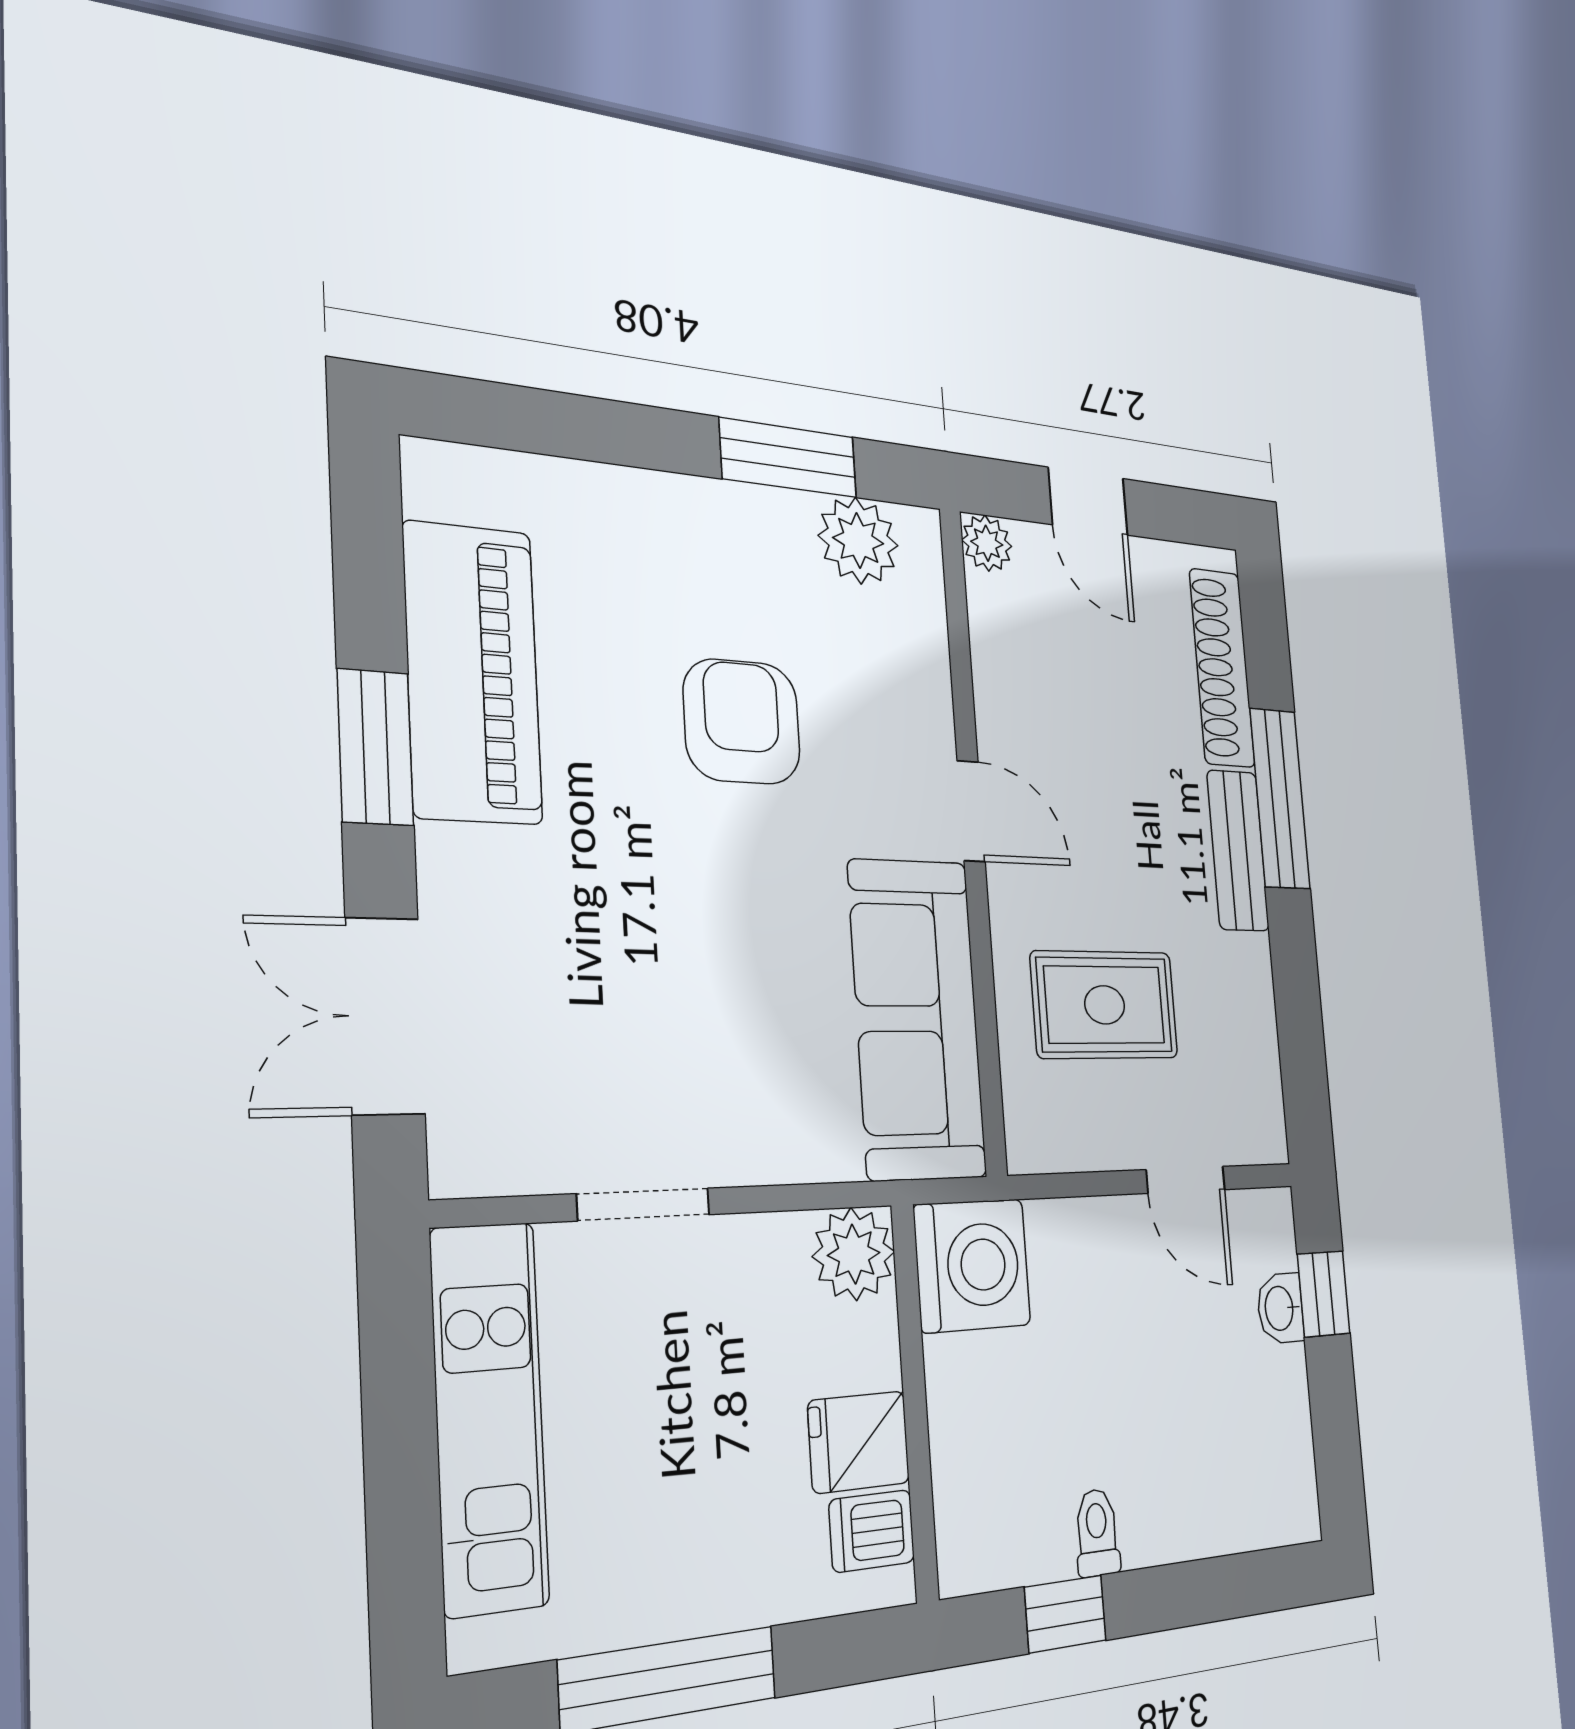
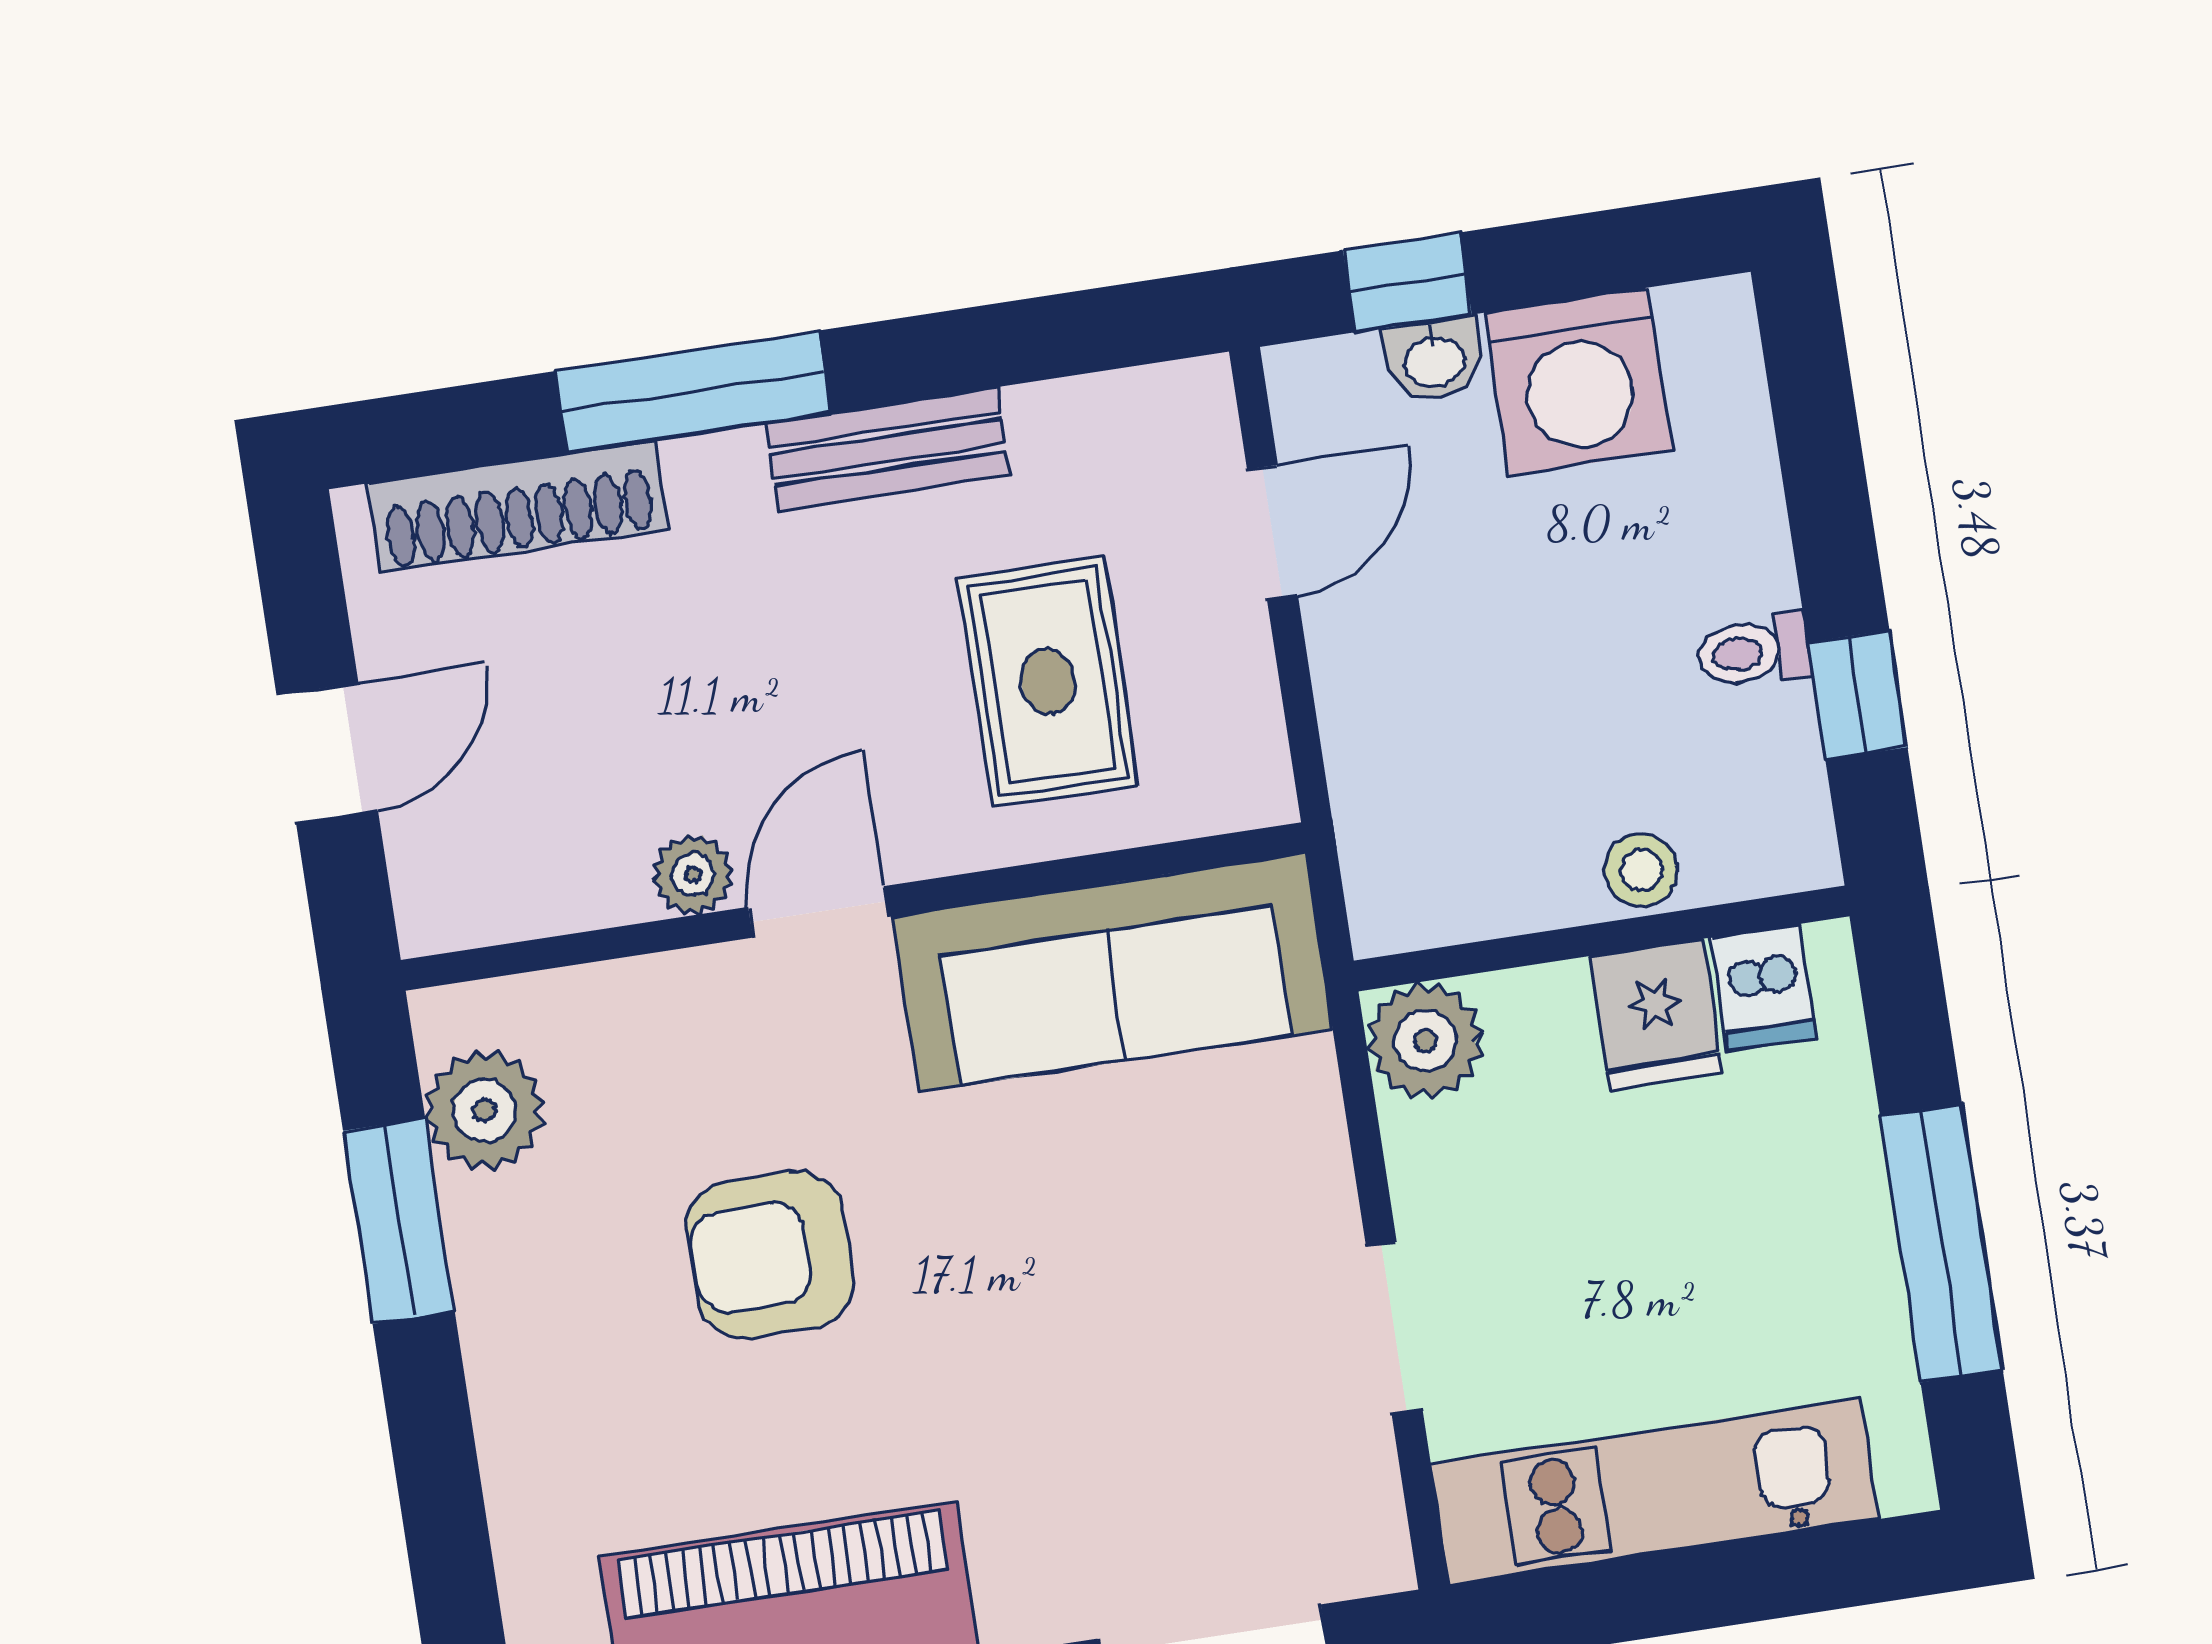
plant: (987, 543) -> (693, 874), moved
bench: (1238, 850) -> (888, 449), moved
washing machine: (972, 1265) -> (1578, 382), moved, turned 180
stool: (959, 1437) -> (1641, 870), added

